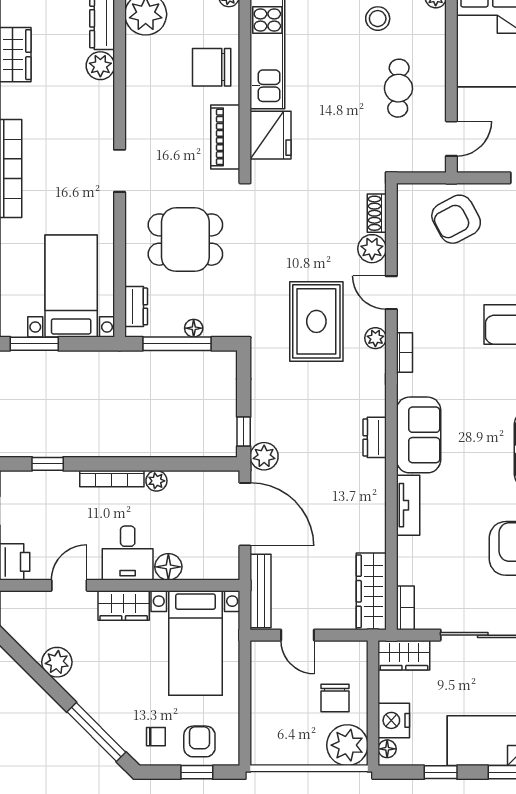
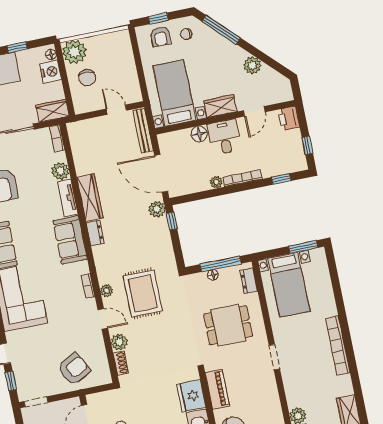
plant: (411, 552) -> (60, 171), added
wardrobe: (371, 591) -> (90, 198), moved
chair: (335, 698) -> (87, 78), turned 180

